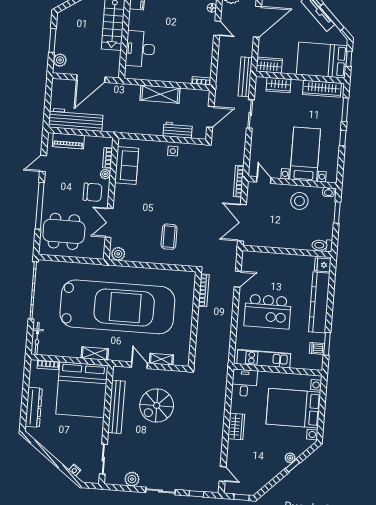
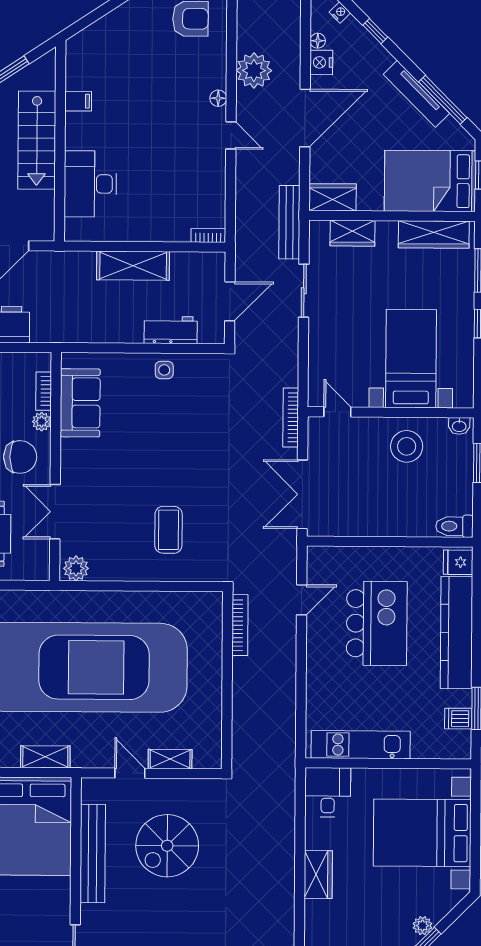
kitchen island: (268, 312) -> (377, 623), moved, turned -90

